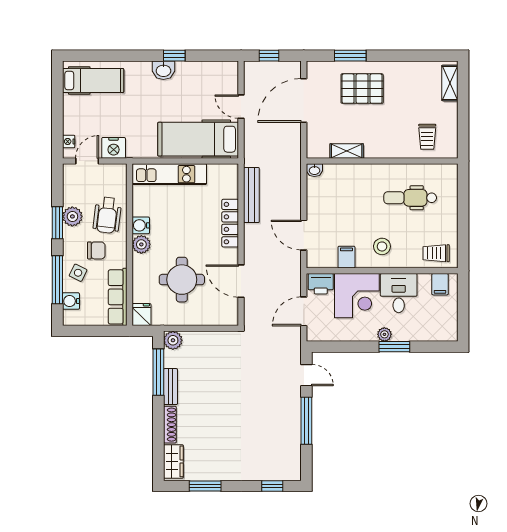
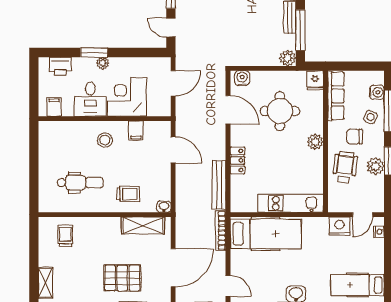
door: (241, 107) -> (228, 286), moved
bookcase: (250, 143) -> (221, 231), added
shelving: (347, 151) -> (143, 226), width x1.50, depth x1.33
locker: (230, 223) -> (238, 160), width x0.66
water cooler: (141, 225) -> (242, 78), moved, turned -90
trolley: (436, 253) -> (128, 194), moved
printer: (321, 284) -> (60, 66), moved, turned 180

